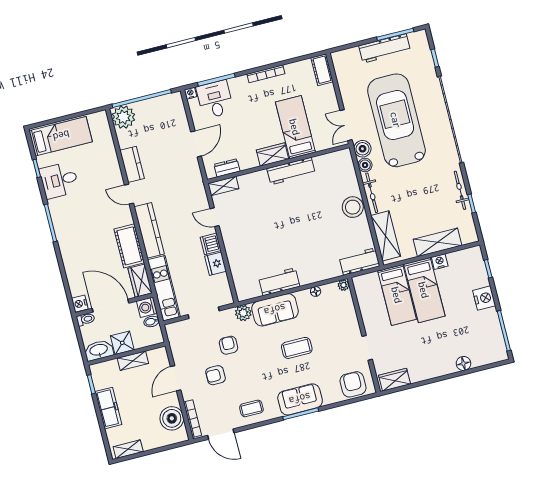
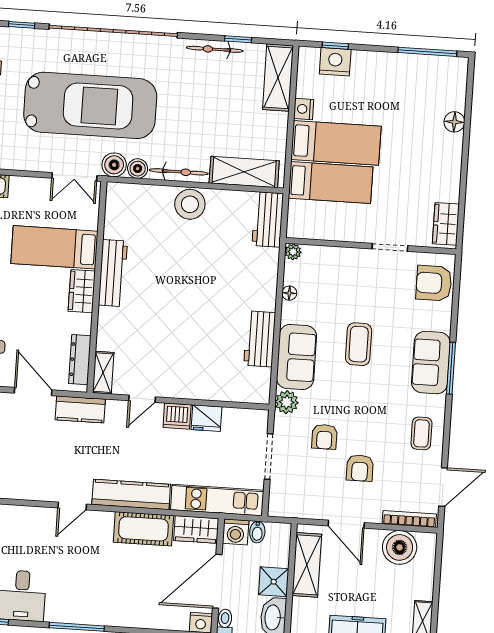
car: (396, 120) -> (90, 105), turned 180
kitchen counter: (132, 164) -> (80, 409), moved, turned 180
dresser: (227, 168) -> (80, 360), width x1.44
shelving: (438, 242) -> (278, 78), moved
nightstand: (484, 298) -> (335, 62), moved
armchair: (229, 345) -> (324, 437), turned -90
shelving: (133, 361) -> (307, 565), width x1.50, depth x1.33

